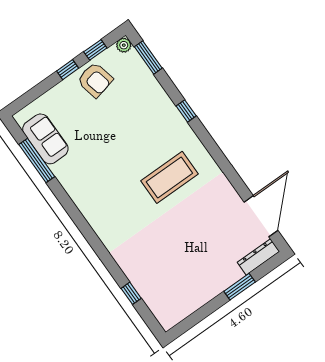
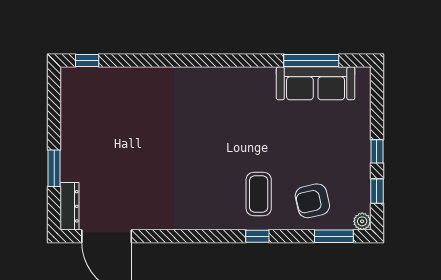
armchair: (95, 80) -> (312, 201), moved
sofa: (45, 139) -> (316, 83), width x1.36
coffee table: (169, 177) -> (259, 194), moved, width x0.73, depth x0.76
window: (131, 293) -> (87, 61), moved

